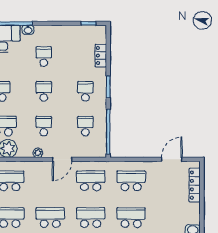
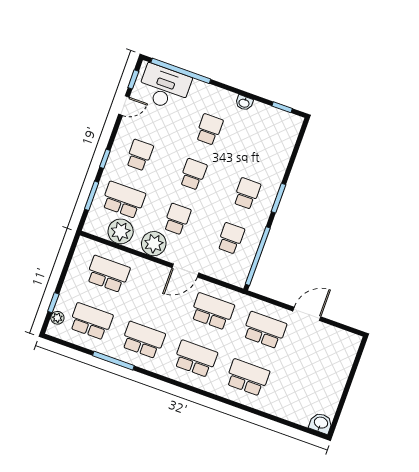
washbasin: (28, 30) -> (244, 103), moved
locker: (101, 56) -> (283, 154), removed
plant: (38, 153) -> (154, 244), width x1.87, depth x1.87
door: (172, 159) -> (307, 314), moved
locker: (195, 185) -> (345, 365), removed

